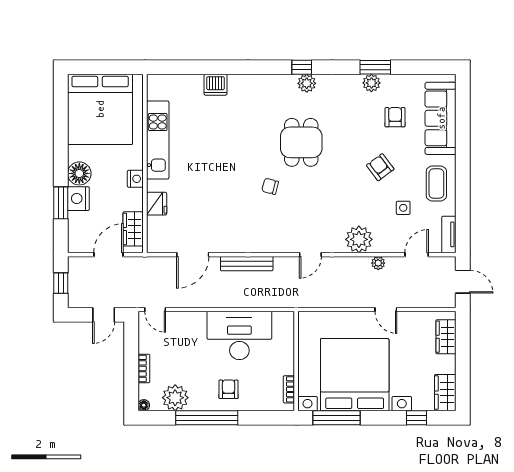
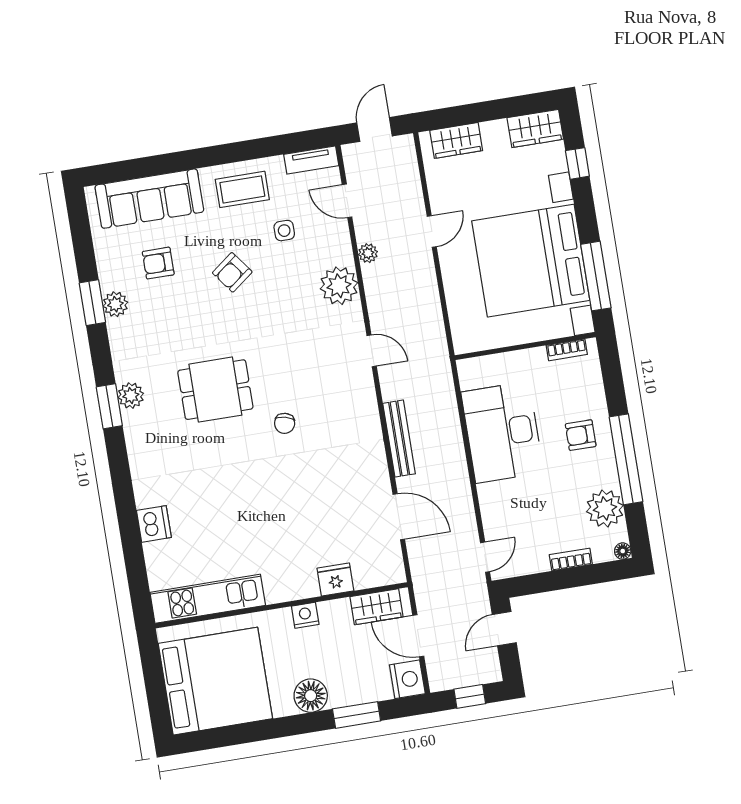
window: (302, 67) -> (109, 406), width x1.50
kitchen unit: (158, 140) -> (208, 599), moved
nightstand: (78, 199) -> (407, 679), moved, turned -90
door: (104, 315) -> (504, 629), swing flipped

